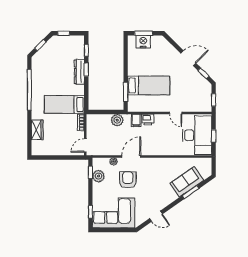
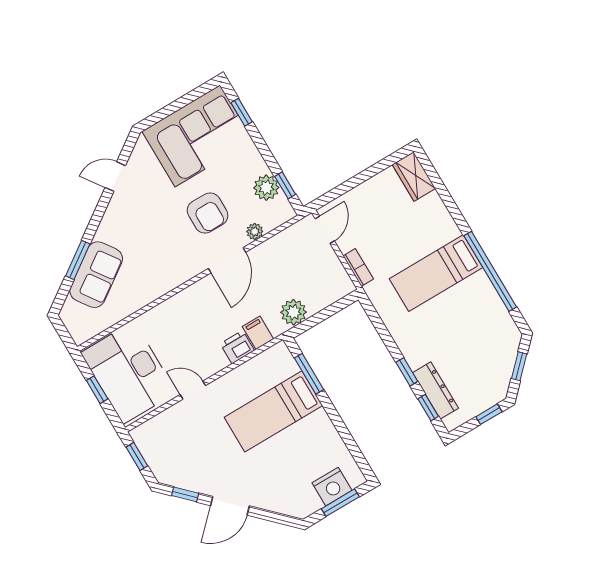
dresser: (79, 72) -> (435, 390), moved
bed: (64, 104) -> (436, 273), moved, turned 180
wardrobe: (37, 130) -> (414, 176), moved

